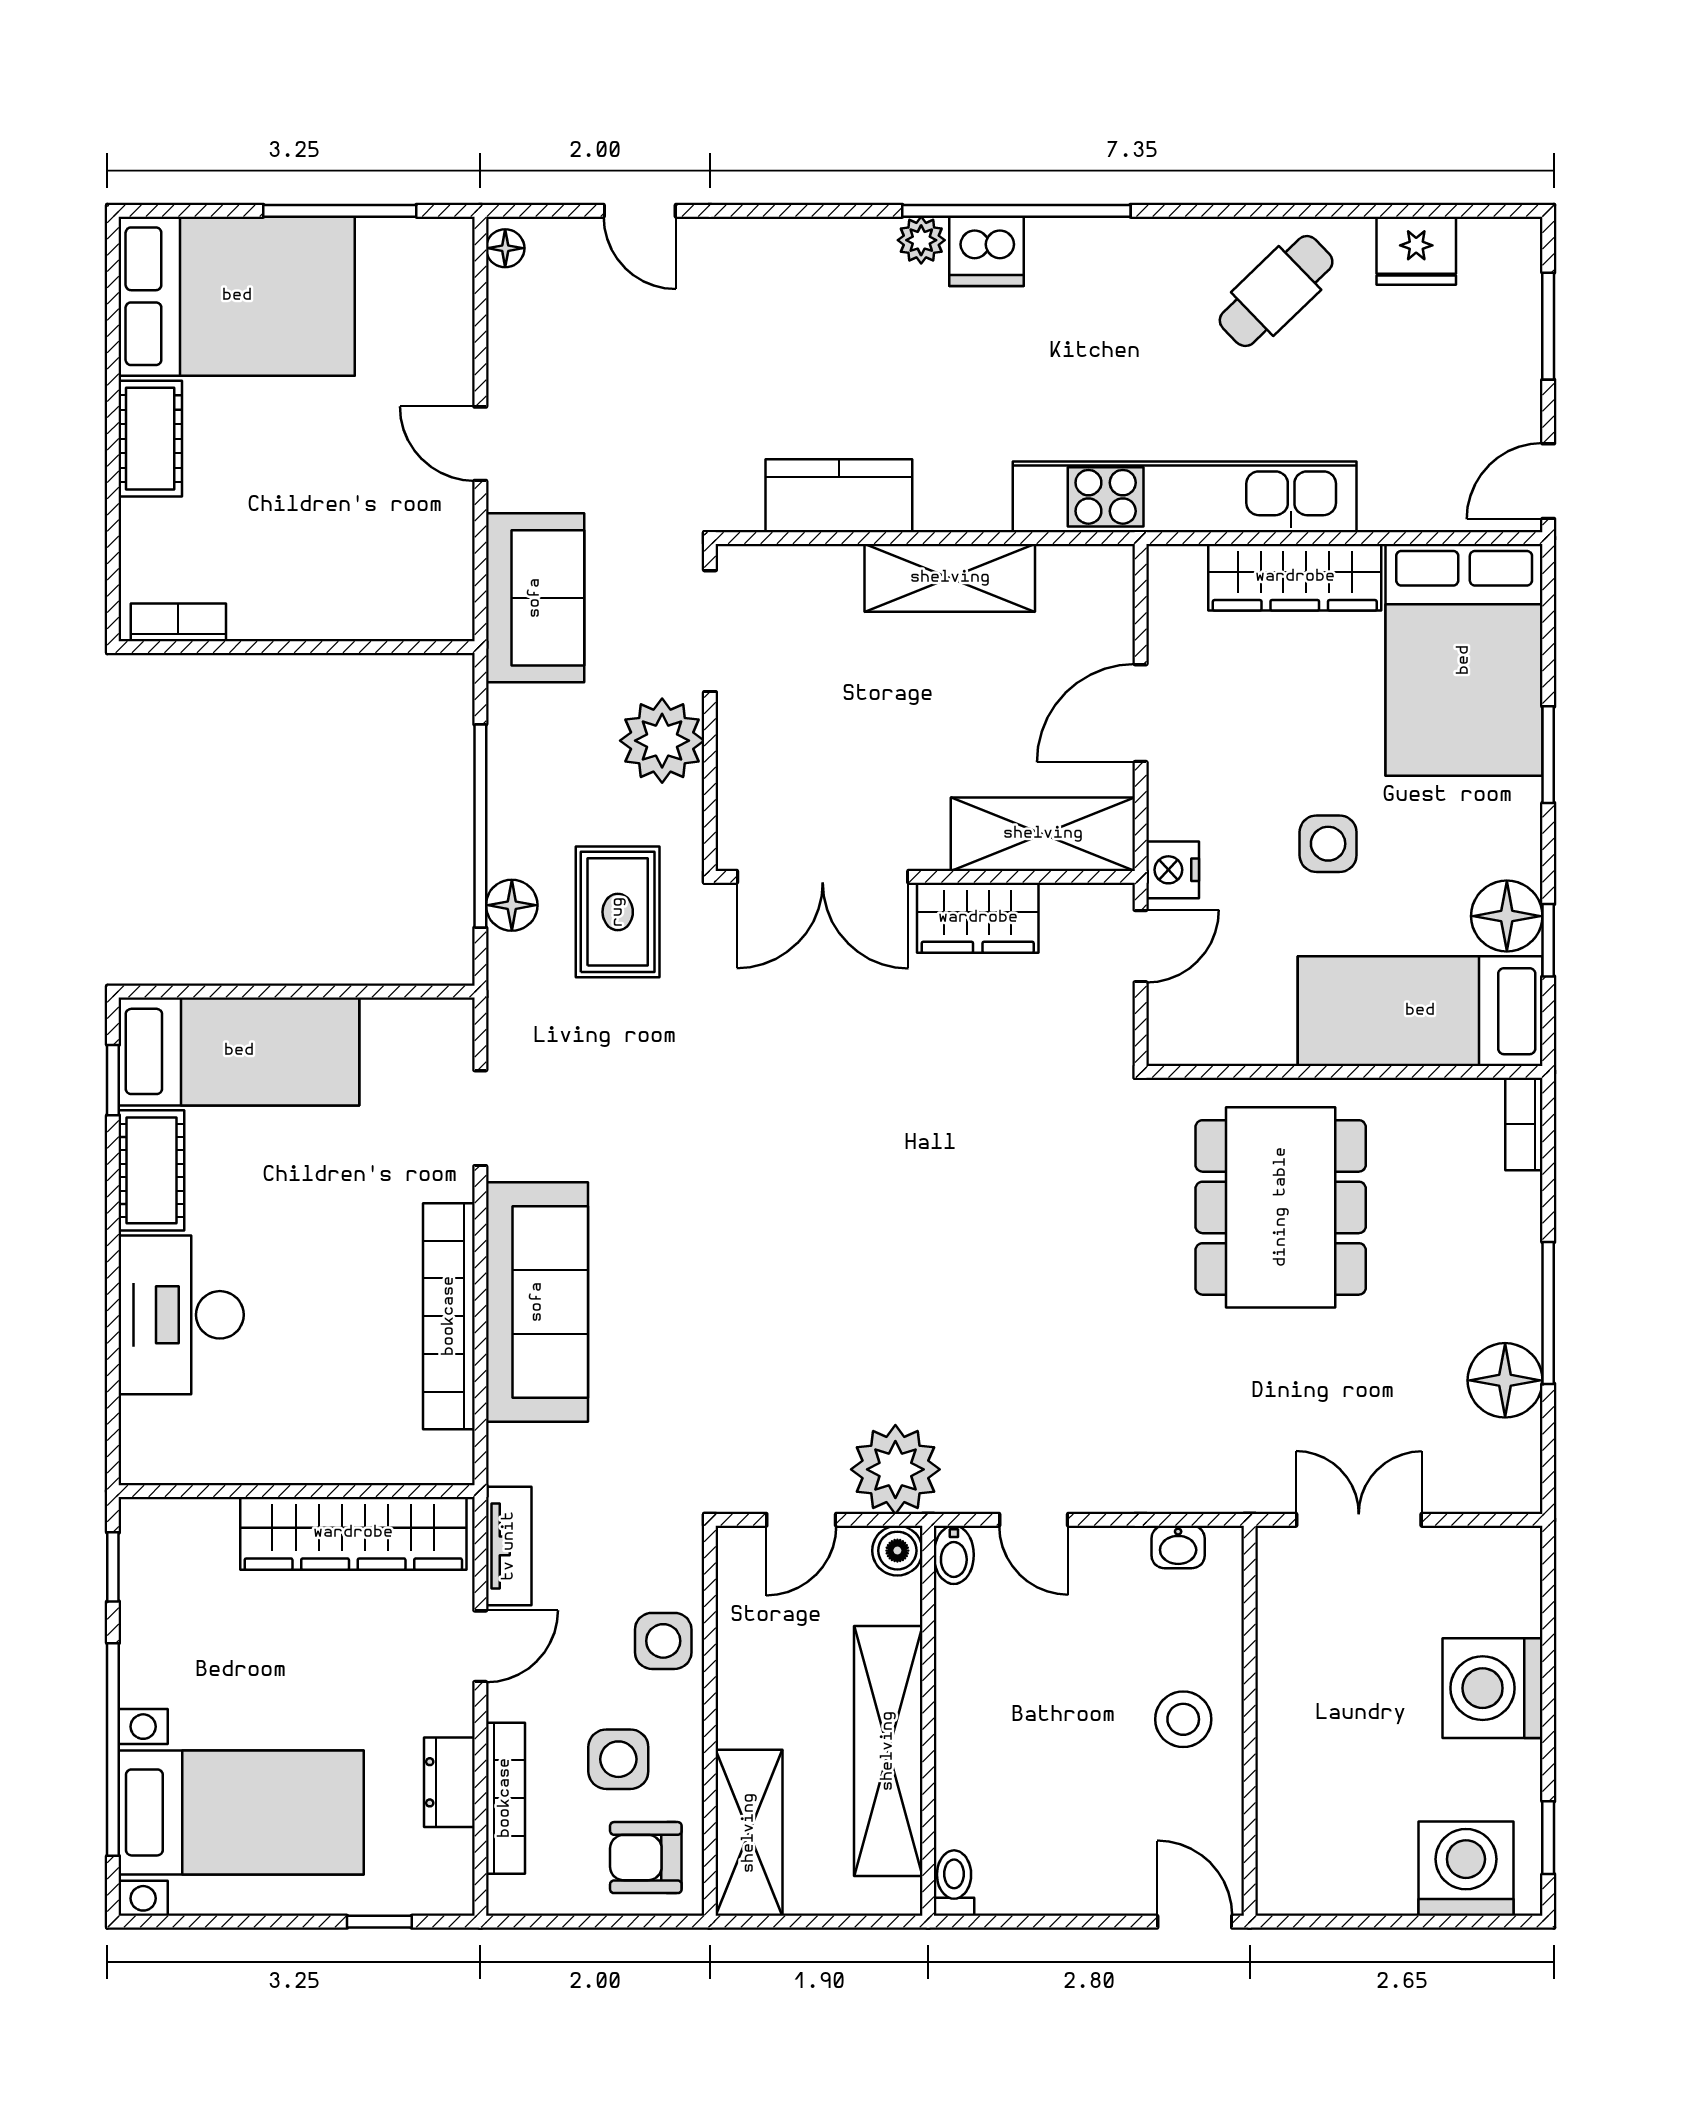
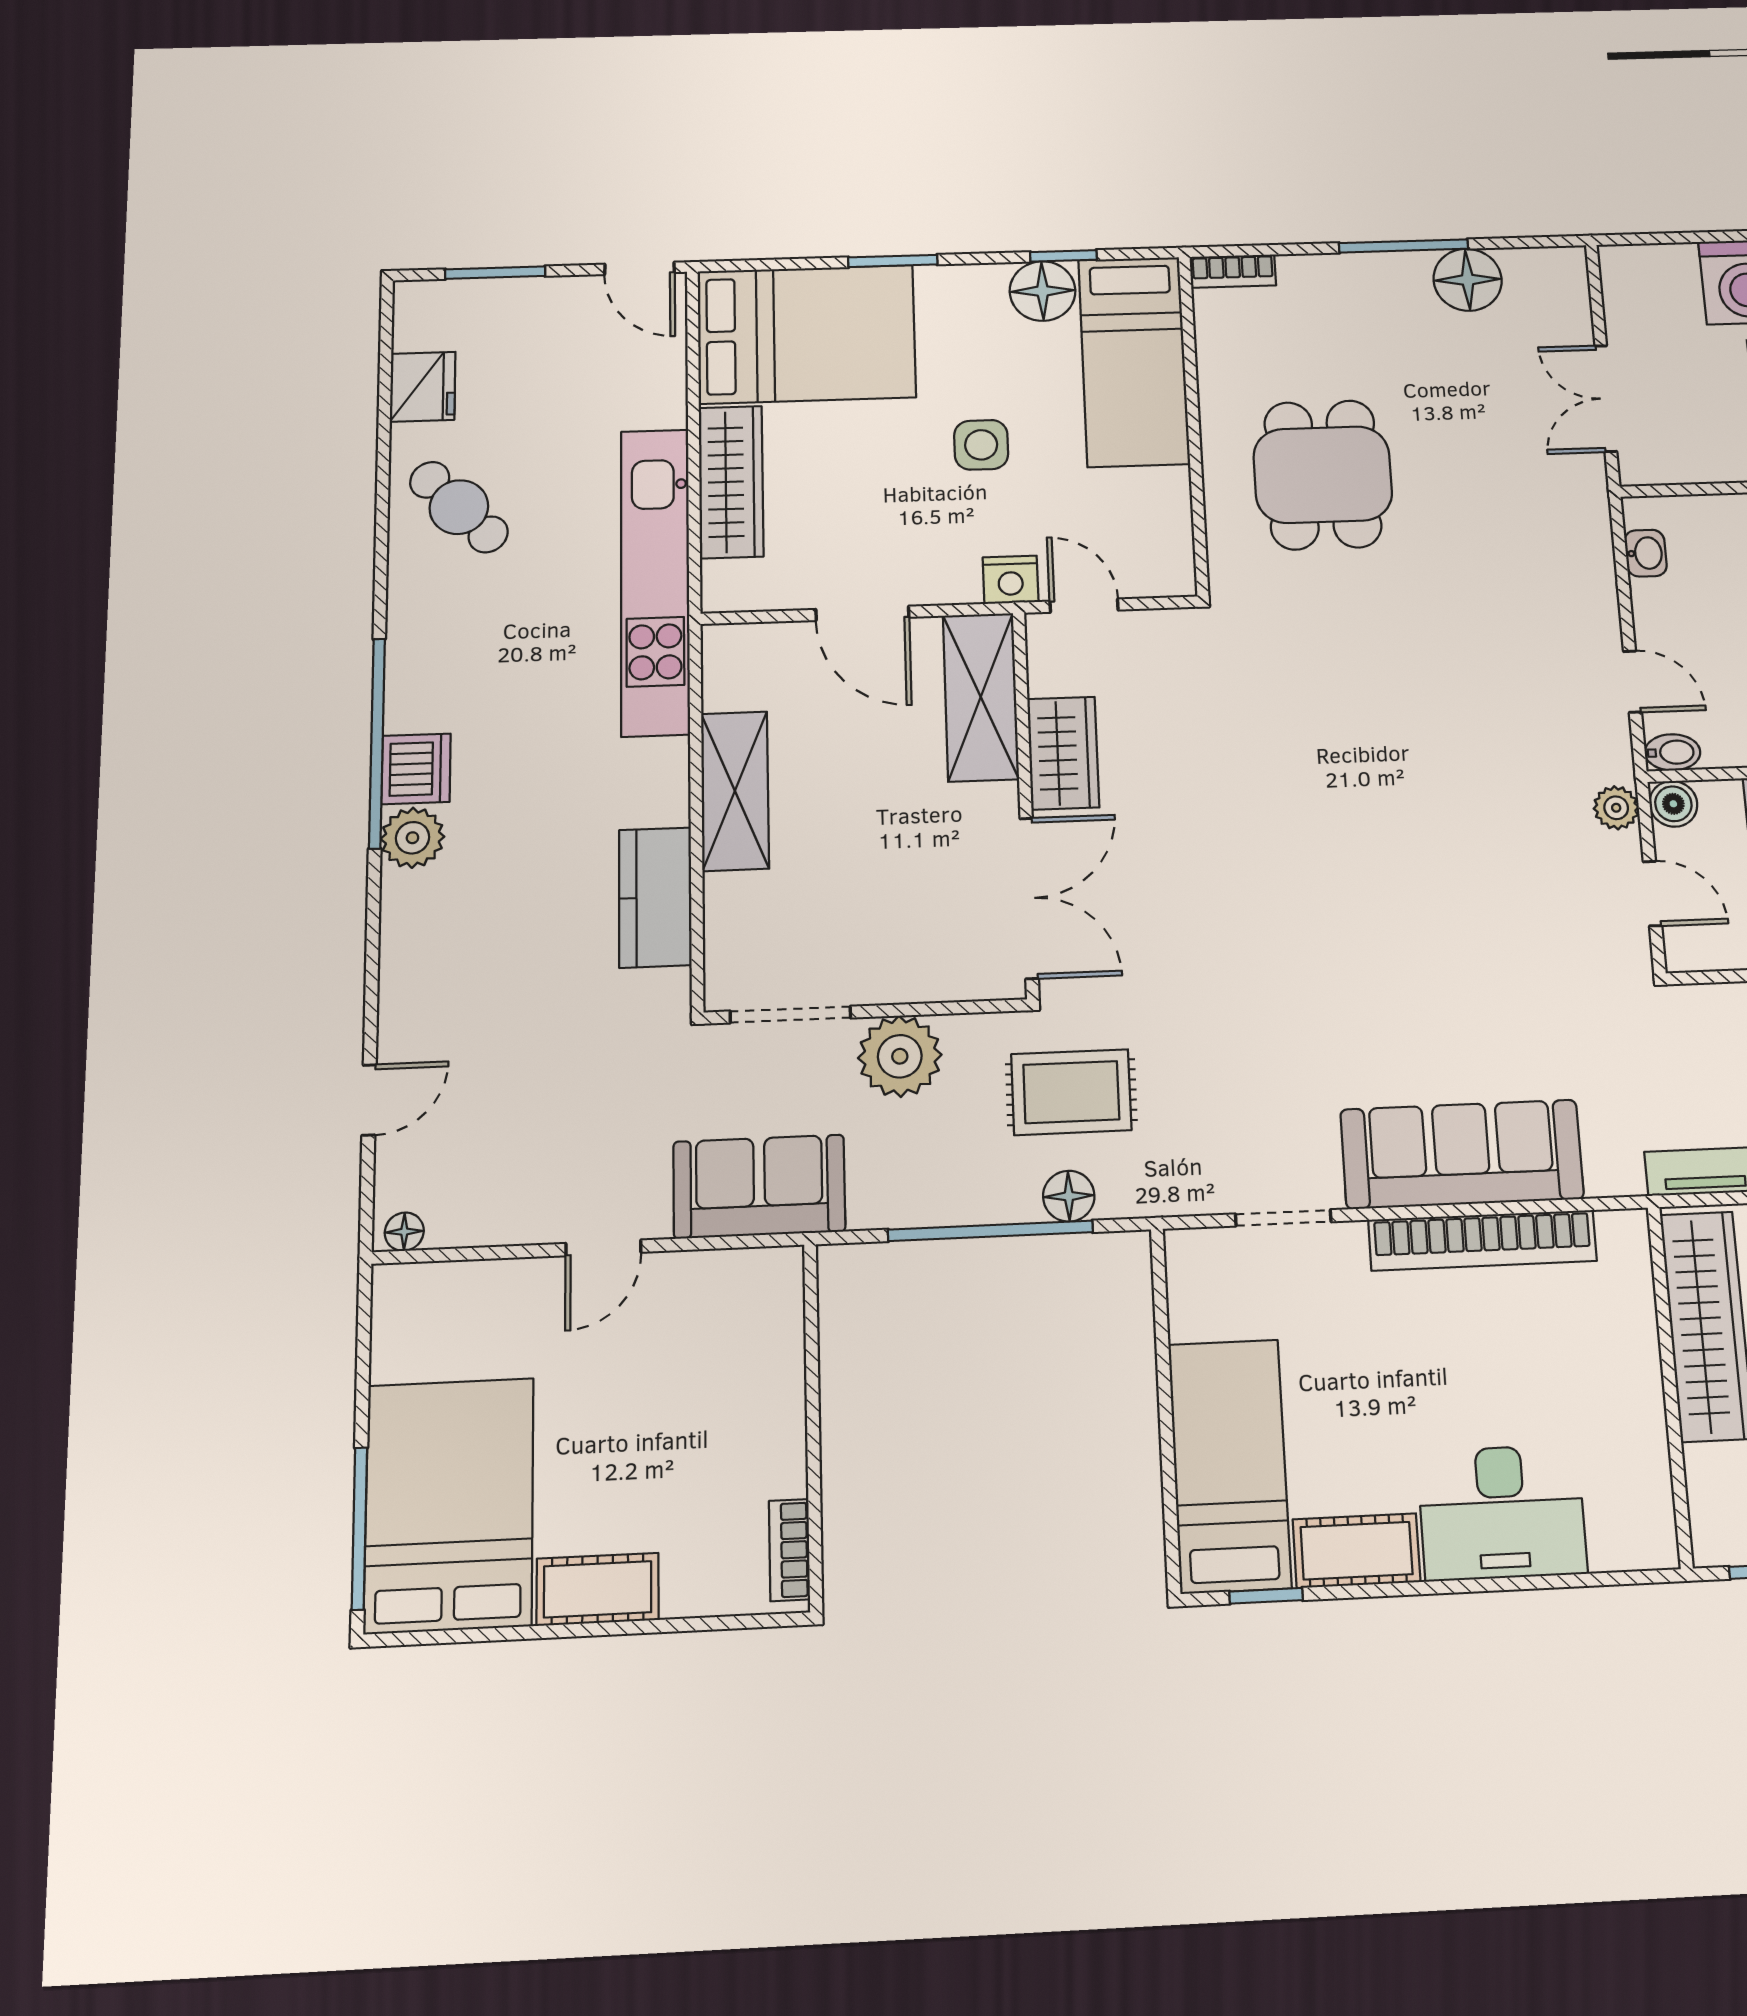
window: (340, 211) -> (359, 1528), moved
plant: (921, 240) -> (412, 838), width x1.38, depth x1.38
dining table: (1281, 1207) -> (1323, 475), width x0.73
plant: (895, 1469) -> (1616, 808), width x0.53, depth x0.53
door: (1034, 1520) -> (1632, 682), hinge flipped

